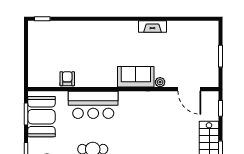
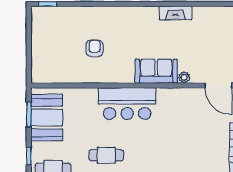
armchair: (67, 79) -> (95, 48), moved
bar counter: (93, 105) -> (127, 104), moved

